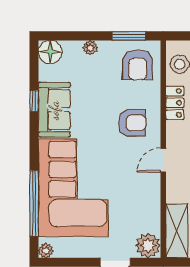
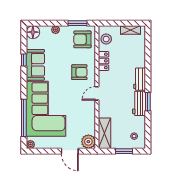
armchair: (138, 65) -> (82, 39), turned 90

